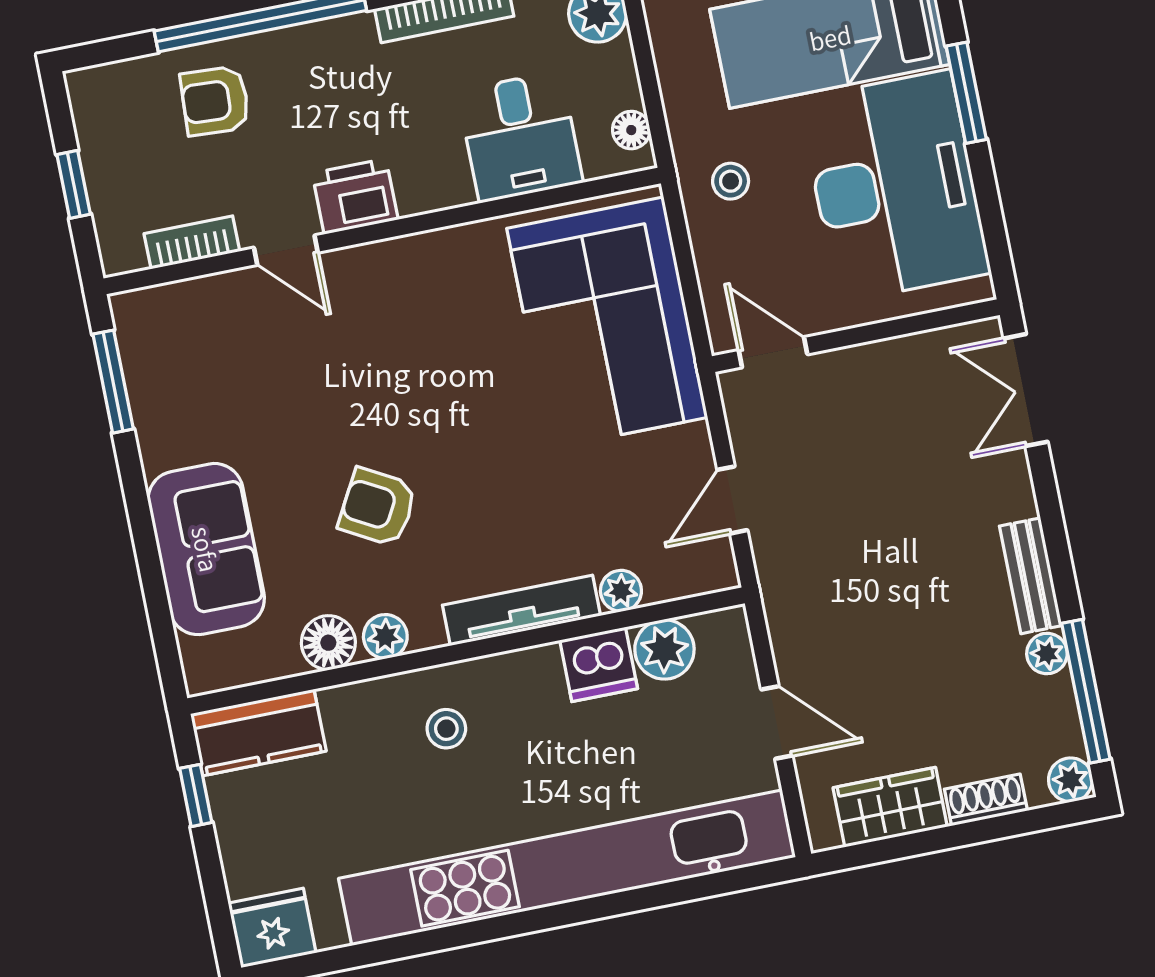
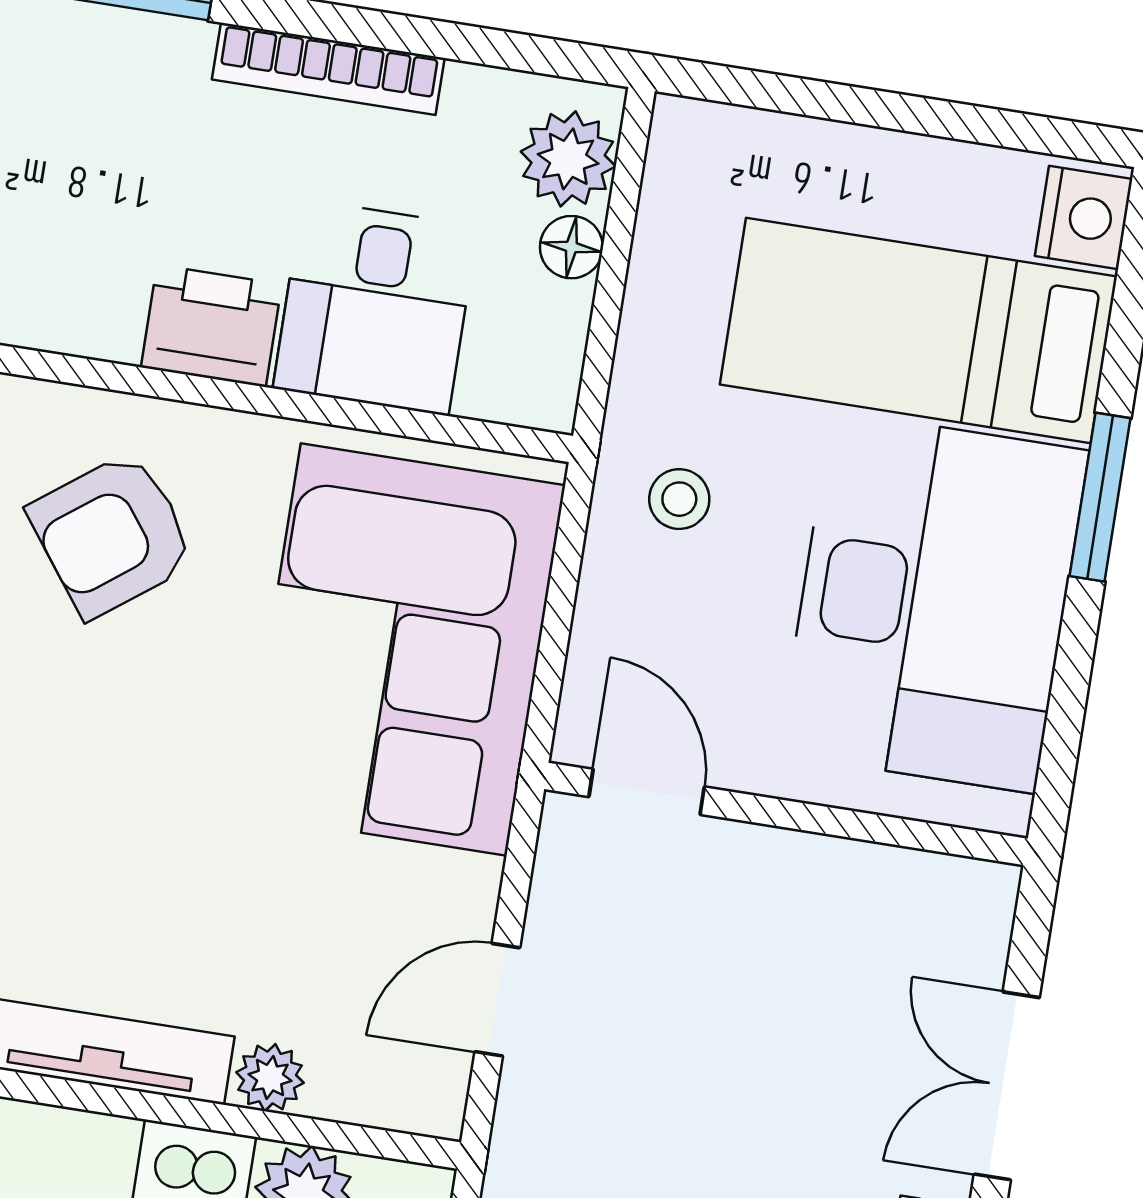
floor lamp: (631, 130) -> (571, 247), moved
printer: (355, 196) -> (211, 326), moved
armchair: (420, 319) -> (112, 535), added
double door: (1026, 390) -> (1007, 1086), moved

